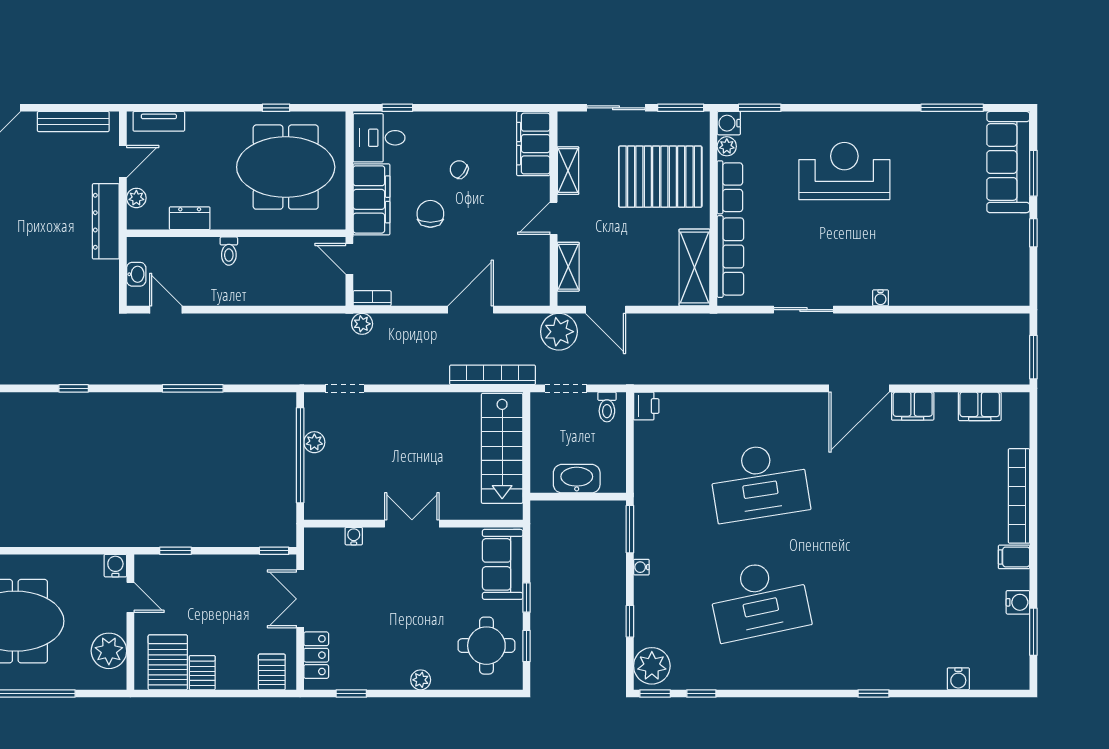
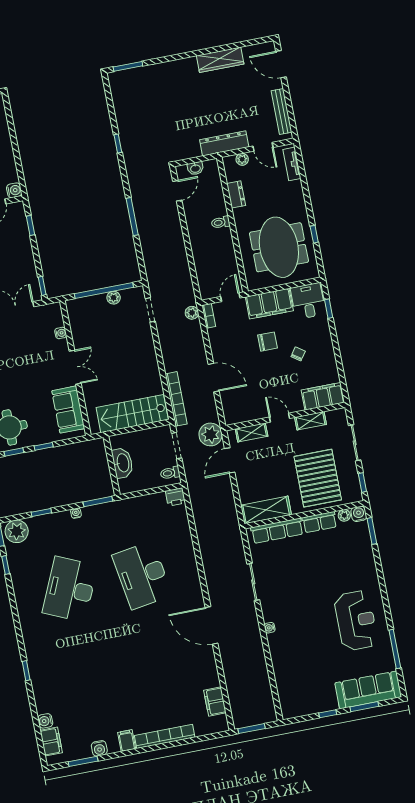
window: (681, 108) -> (362, 482), width x0.67
reception desk: (844, 171) -> (356, 620), moved
filing cabinet: (913, 406) -> (51, 741), moved, turned 180
sofa: (503, 564) -> (68, 410), moved, turned -90
desk: (759, 600) -> (70, 589), turned 36

